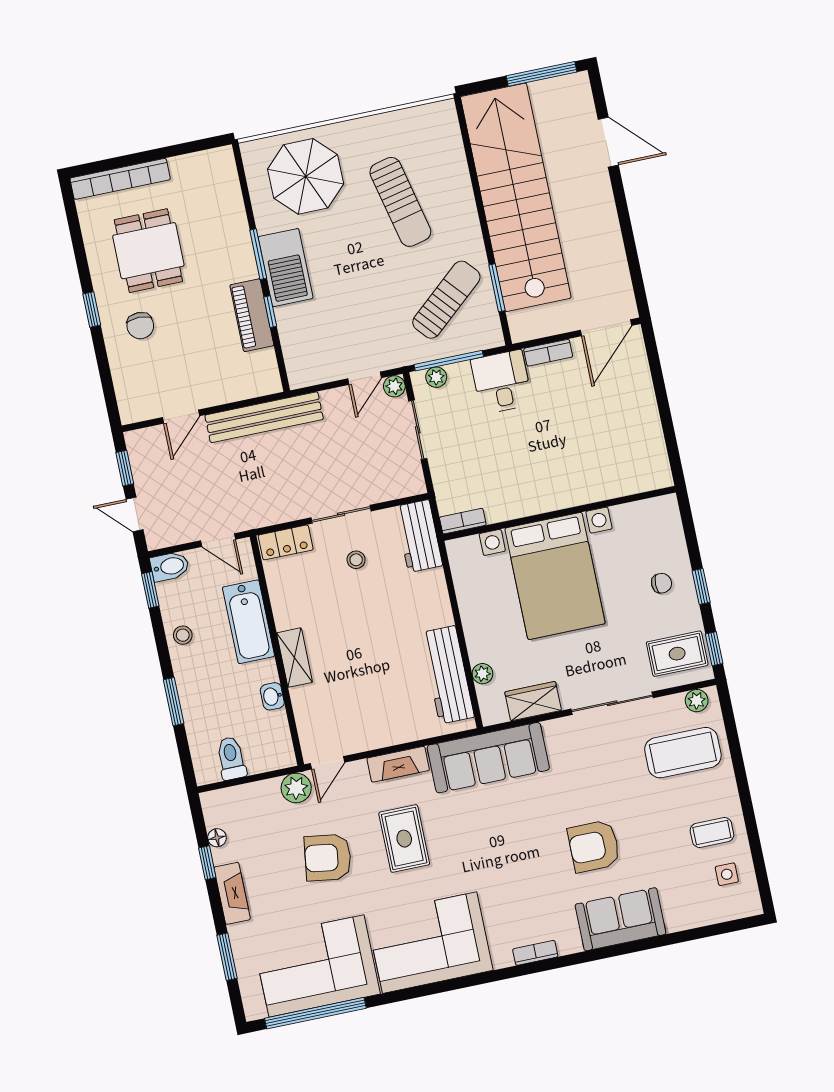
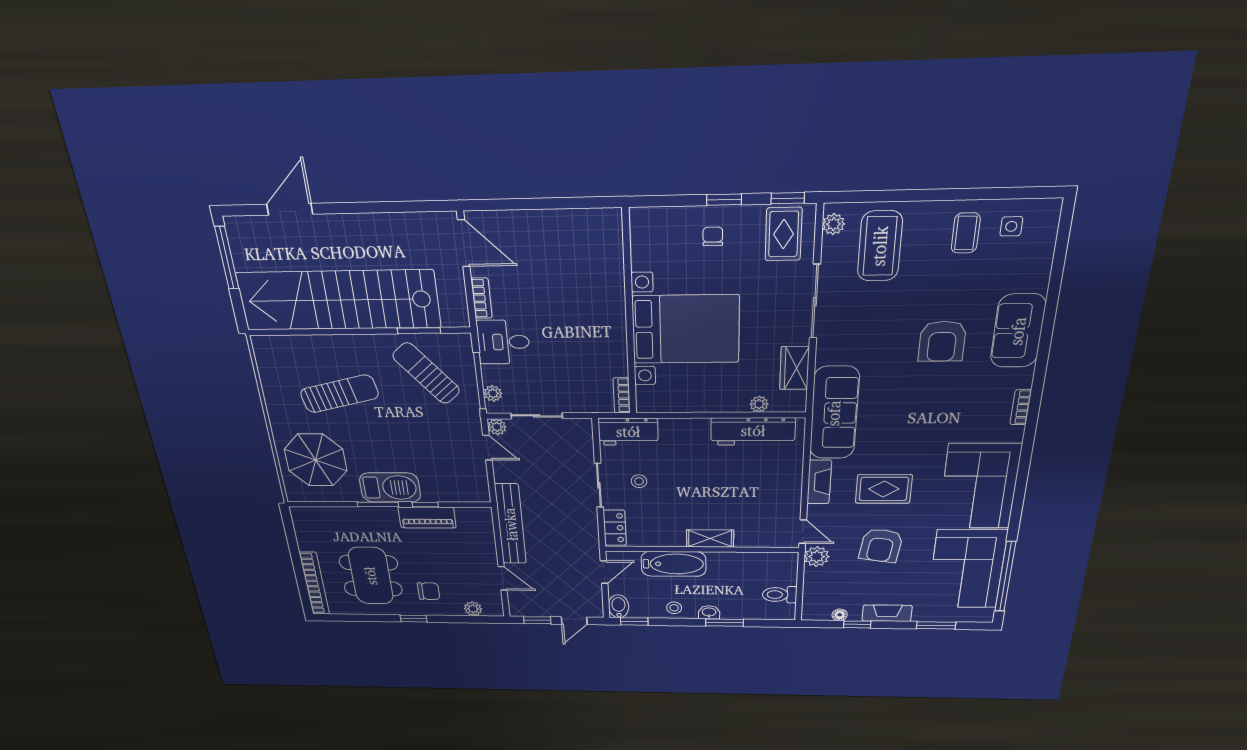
dining table: (148, 251) -> (371, 576), width x1.37
plant: (125, 384) -> (473, 609), added
washbasin: (272, 696) -> (709, 612), moved, turned 180

